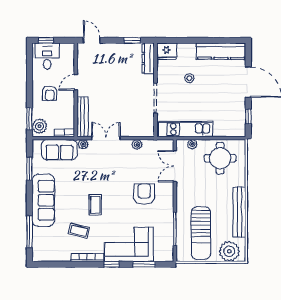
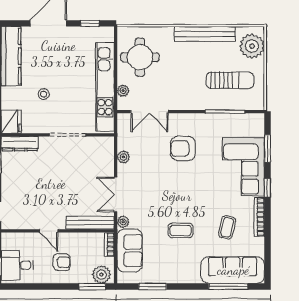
kitchen unit: (186, 129) -> (105, 87), width x1.36
sofa: (43, 200) -> (233, 270), moved
coffee table: (95, 205) -> (180, 230), moved
sun lounger: (201, 233) -> (230, 80), width x0.73, depth x0.75

